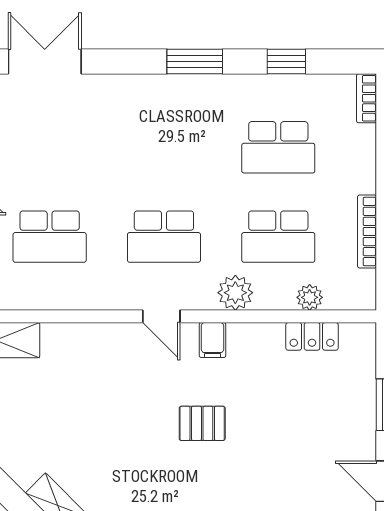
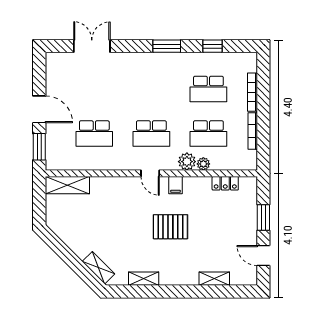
bookcase: (367, 98) -> (252, 92), moved, width x1.56
plant: (310, 297) -> (203, 164), moved
pallet: (202, 423) -> (170, 227), width x1.50, depth x1.42

